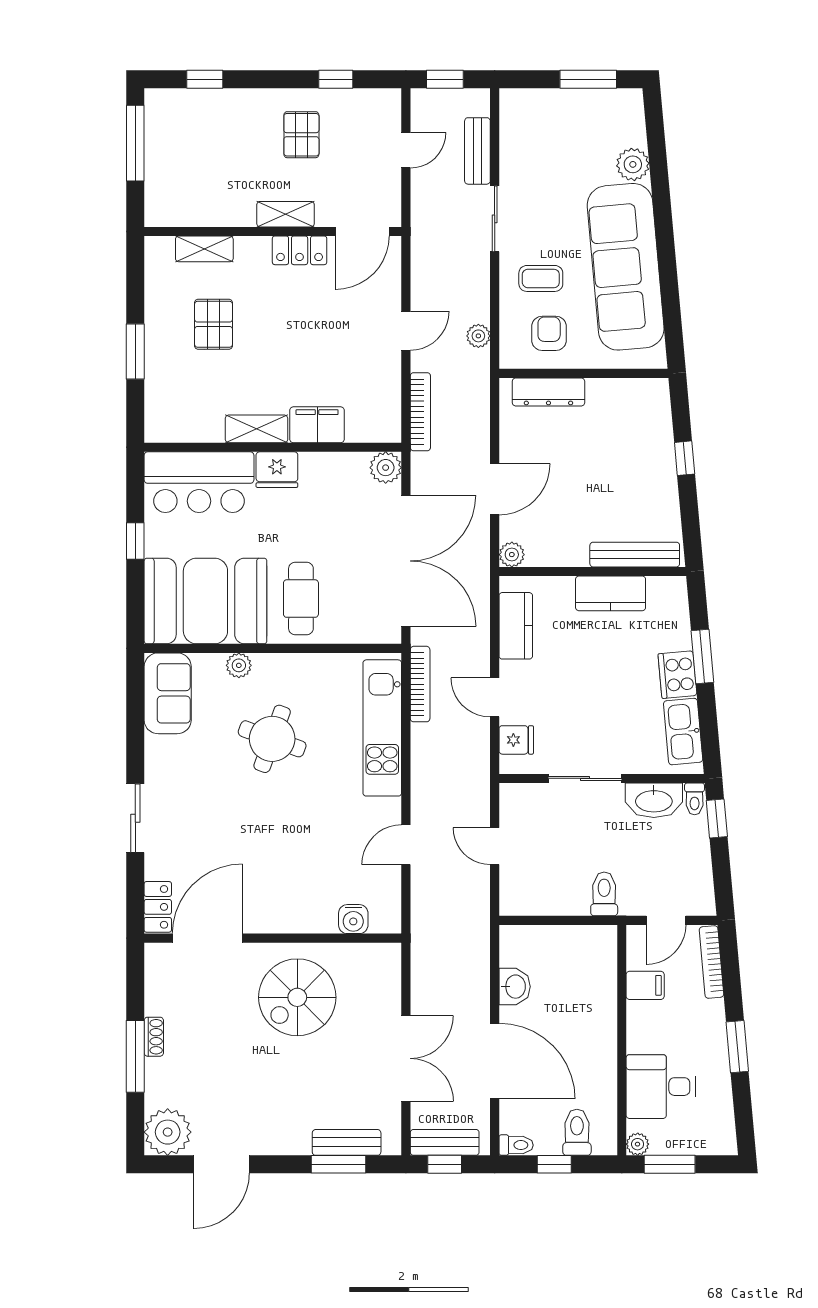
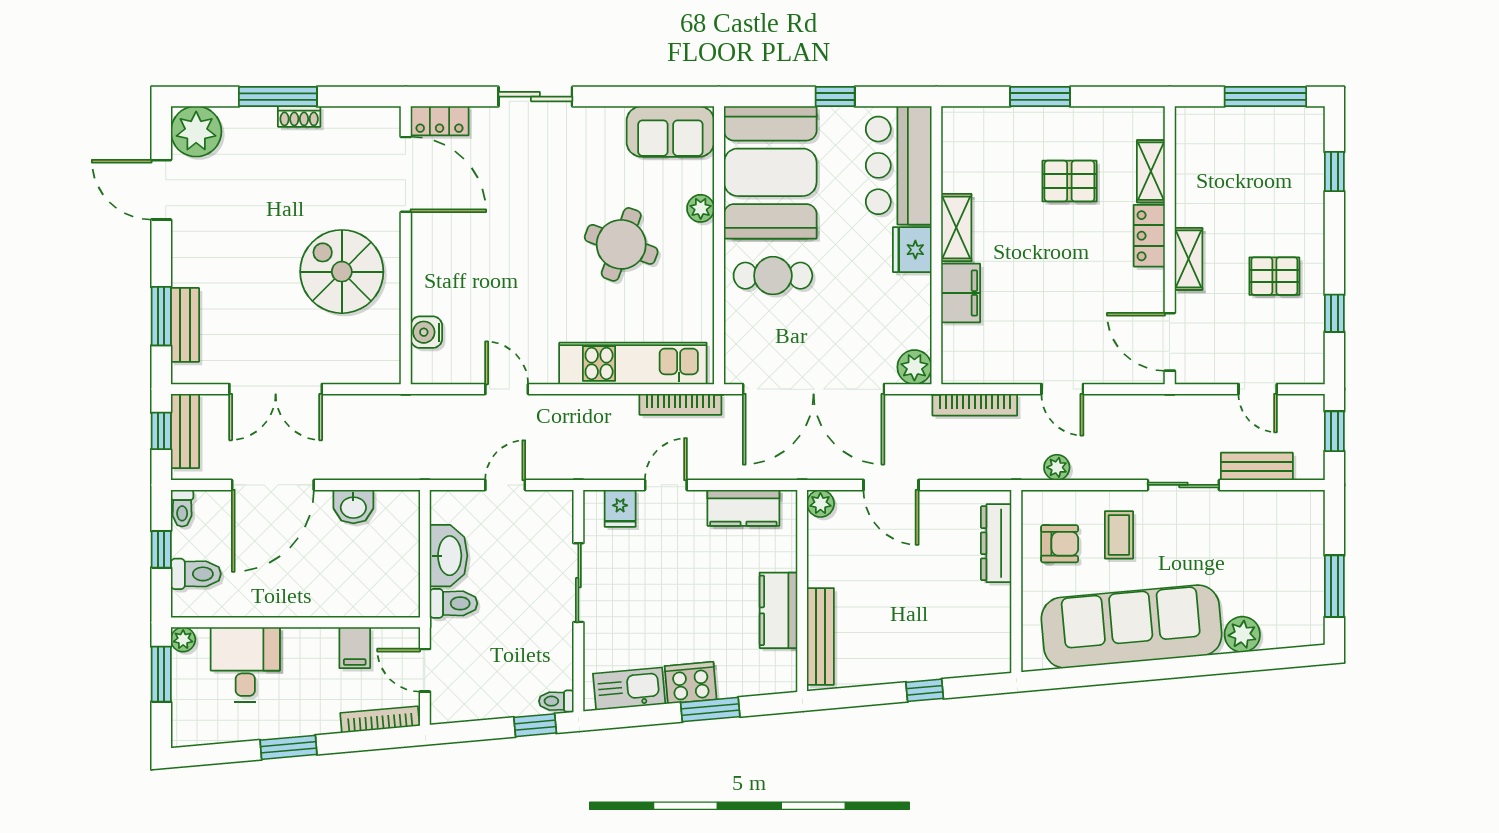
locker: (300, 250) -> (1149, 236), moved
washbasin: (654, 800) -> (449, 556), moved, turned 180

